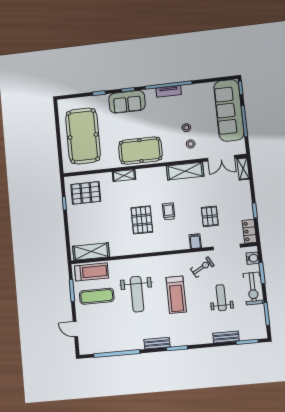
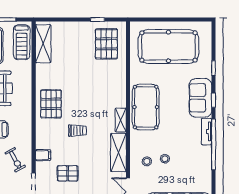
tv unit: (169, 91) -> (207, 132), moved
shelving: (124, 175) -> (121, 120), moved
pallet: (142, 220) -> (51, 104), moved, turned 90

